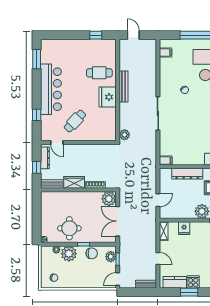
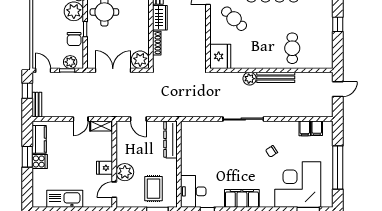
window: (96, 35) -> (338, 24), moved
fridge: (108, 97) -> (220, 56), moved, turned 90
plant: (125, 135) -> (250, 79), moved
filing cabinet: (166, 161) -> (305, 128), moved
dresser: (187, 174) -> (170, 139), moved
fridge: (184, 228) -> (105, 168), moved
door: (158, 259) -> (81, 119), moved
window: (135, 292) -> (27, 91), added

